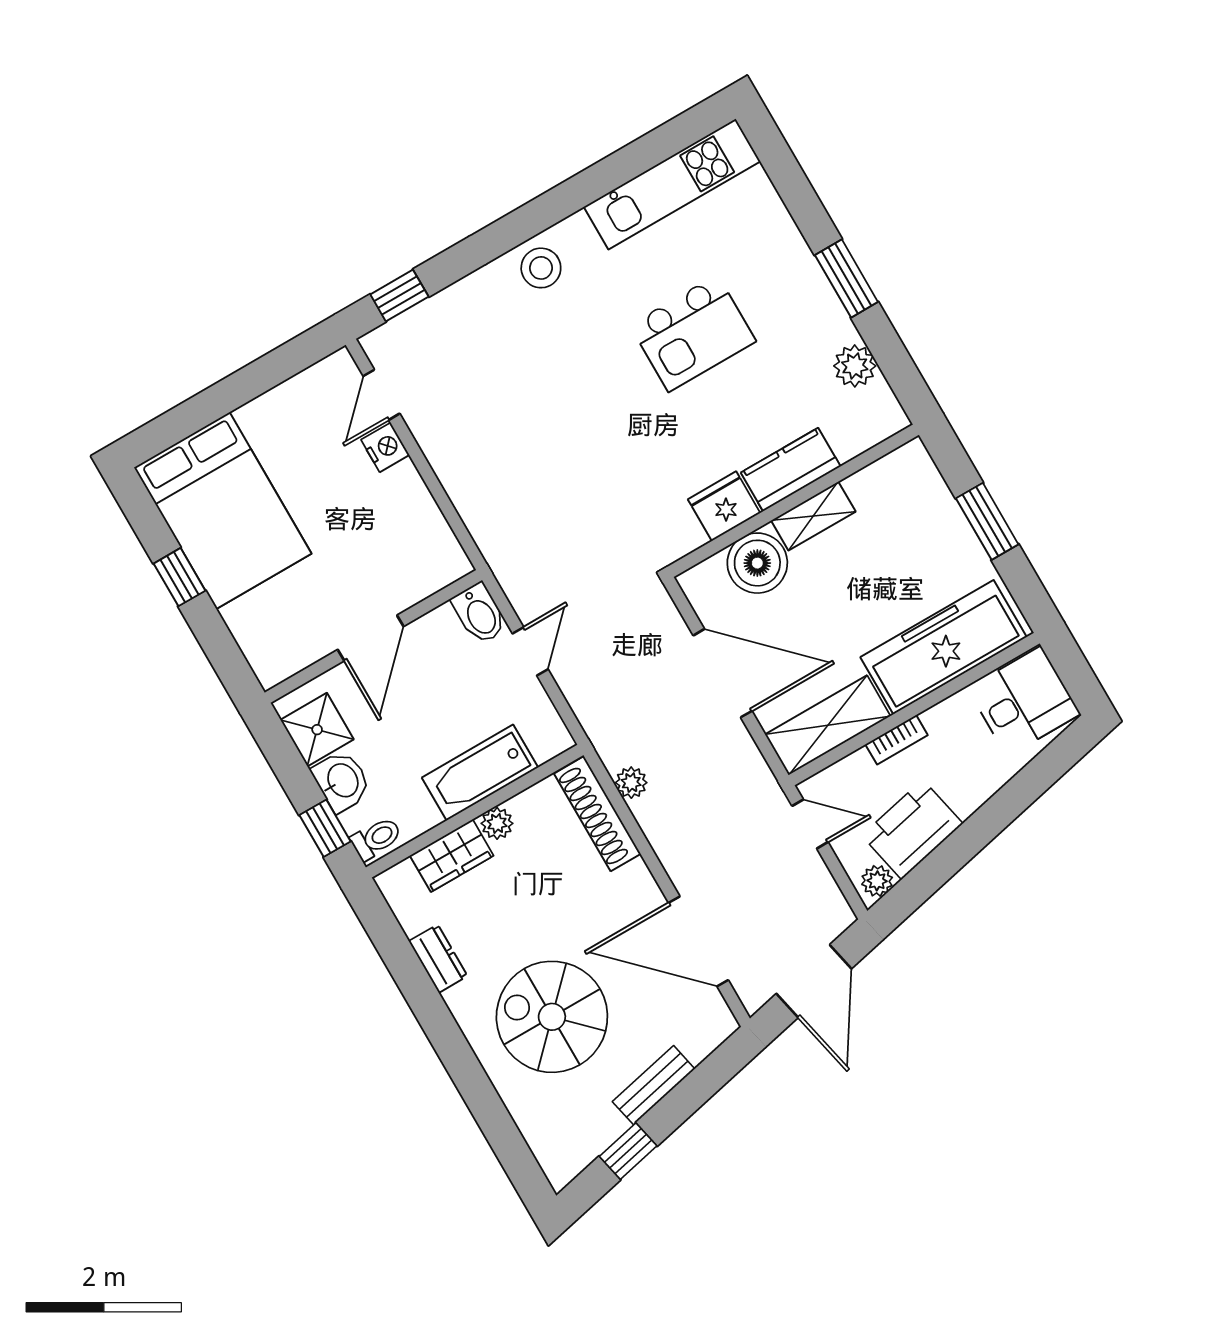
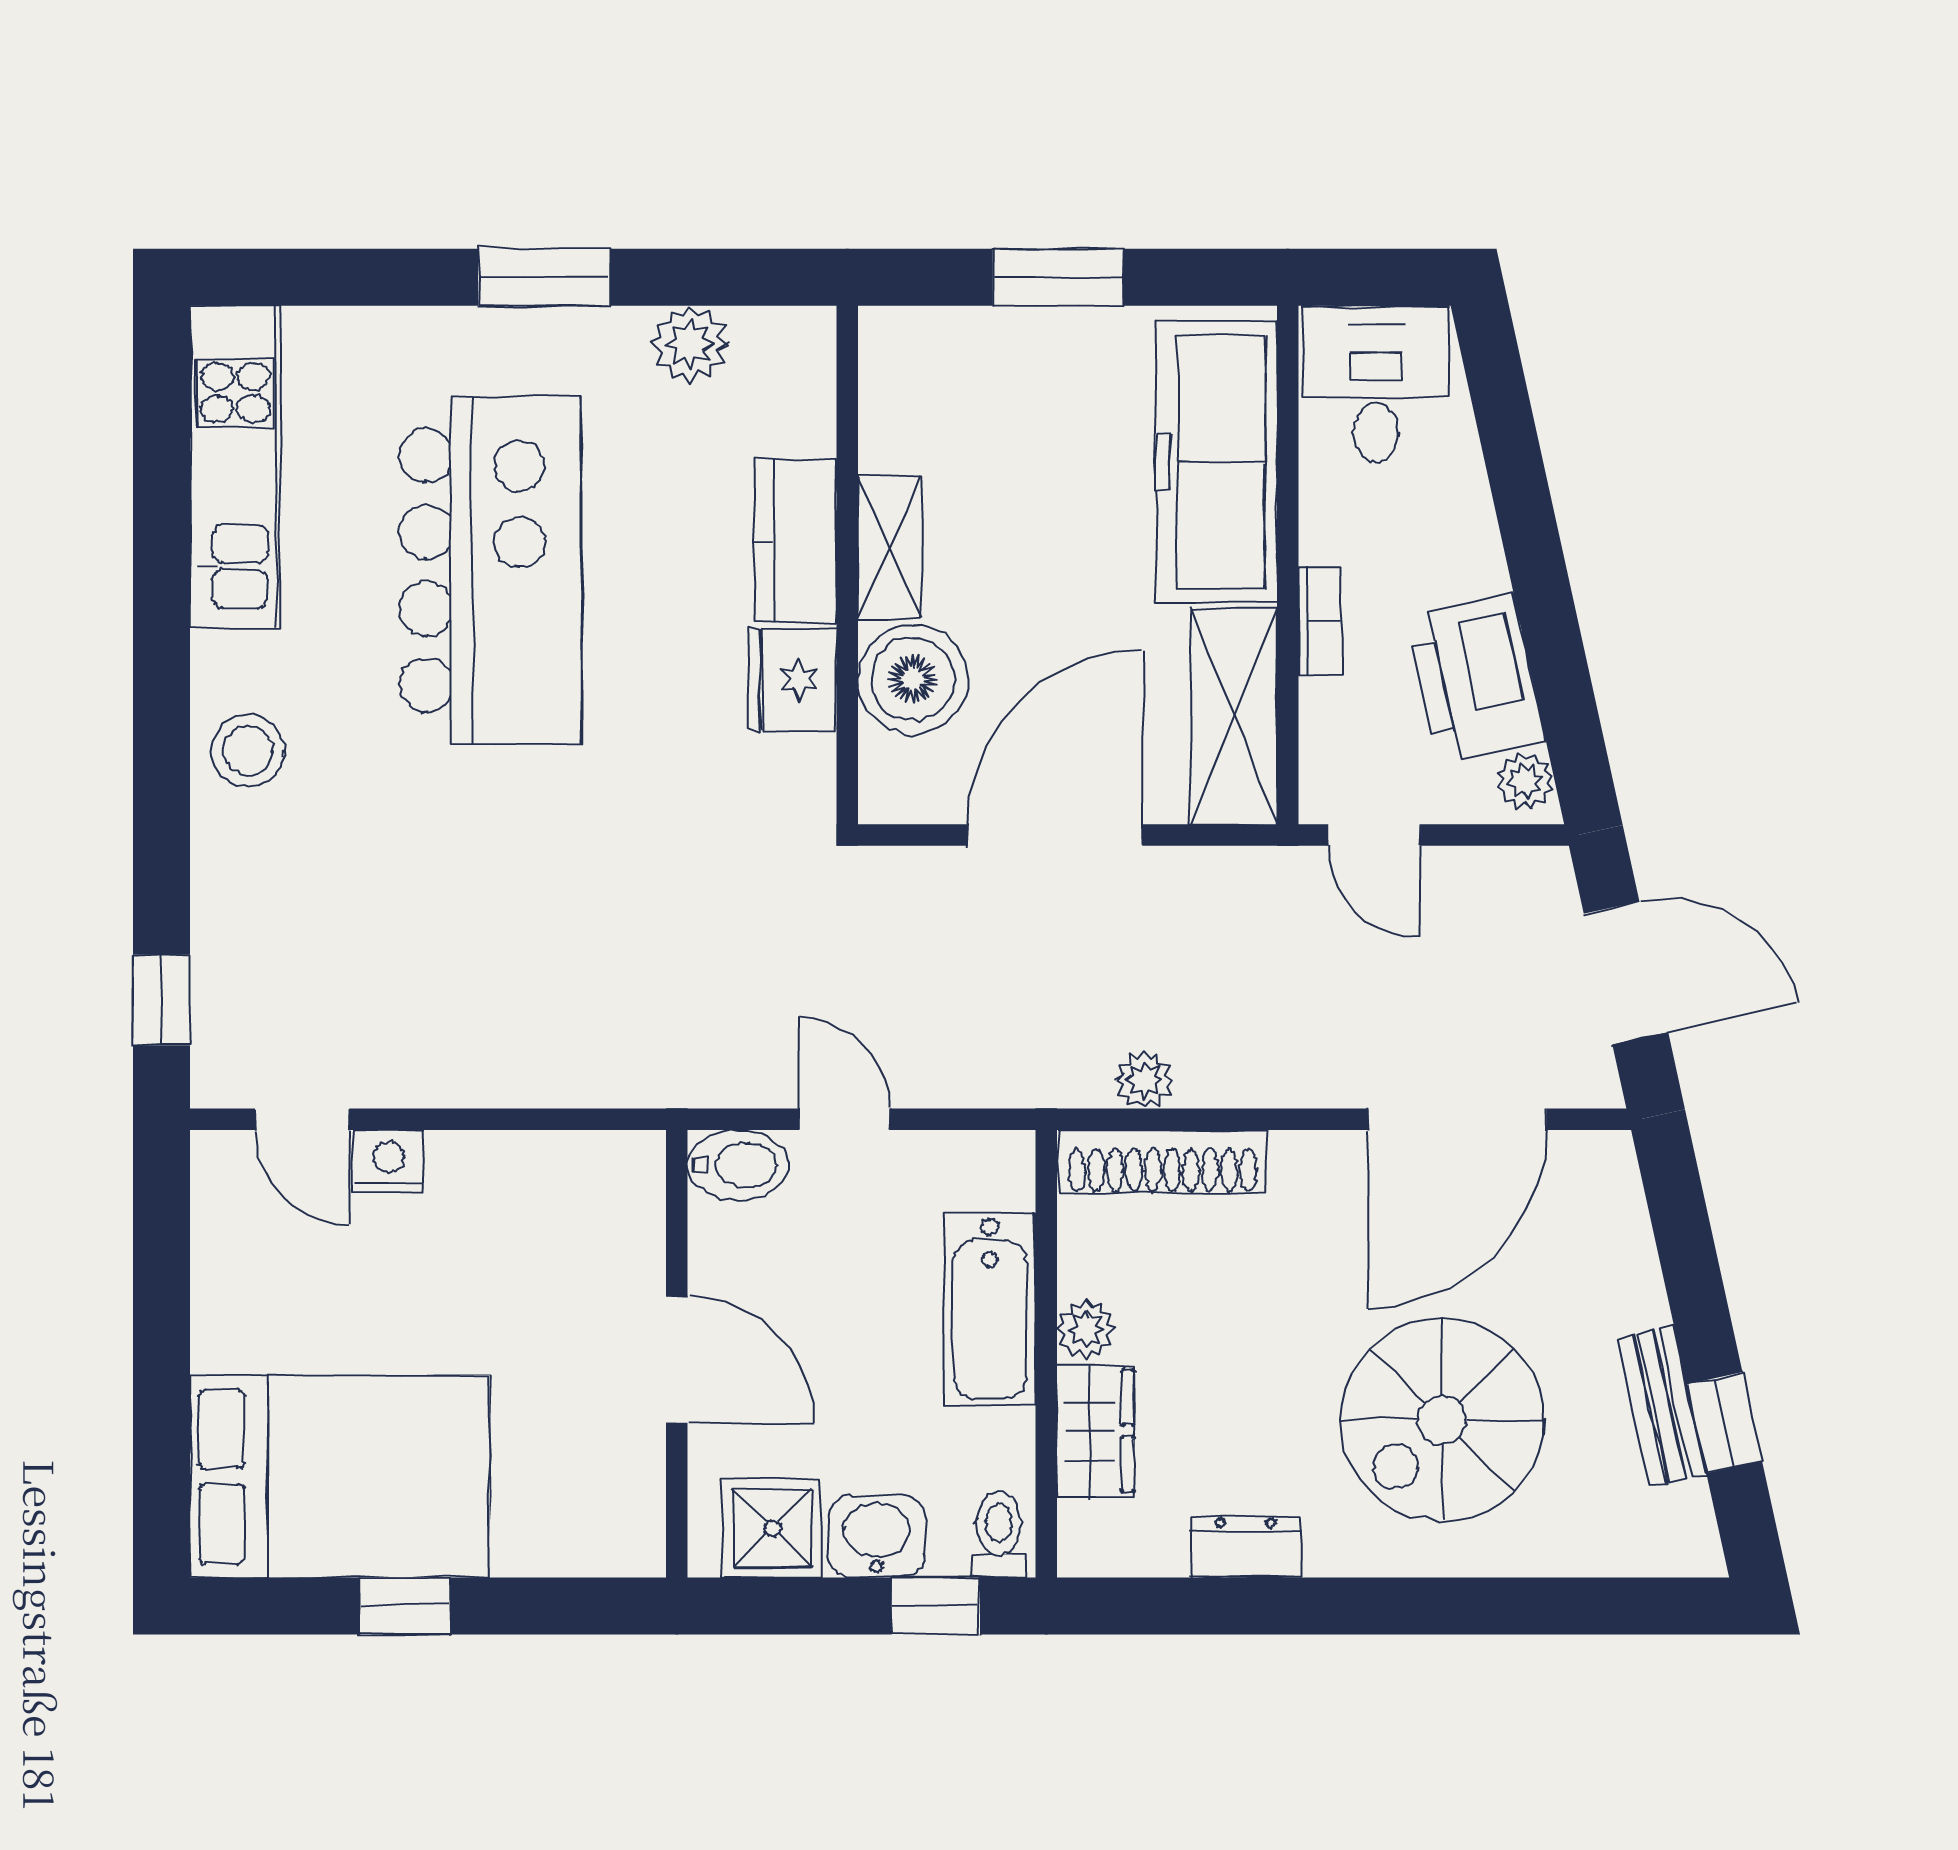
kitchen island: (693, 333) -> (490, 570), width x1.87, depth x1.28
door: (810, 824) -> (1374, 835), swing flipped
bench: (654, 1085) -> (1662, 1406), moved

